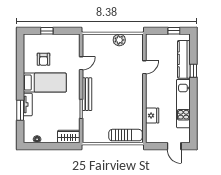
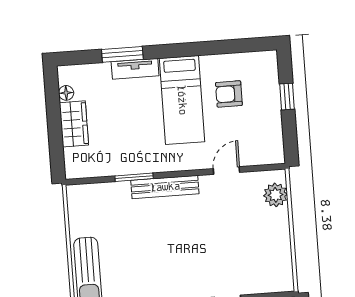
plant: (119, 40) -> (276, 195), moved
door: (81, 63) -> (226, 170), swing flipped
wardrobe: (69, 137) -> (74, 124), moved

